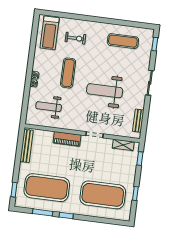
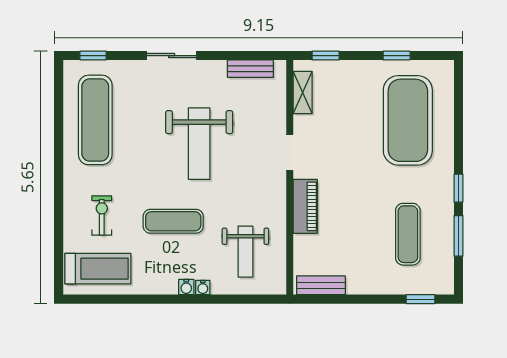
exercise mat: (123, 41) -> (95, 120), width x1.36, depth x1.45
bench: (27, 146) -> (321, 285), width x0.73
exercise mat: (47, 188) -> (408, 234), width x0.50, depth x0.69

